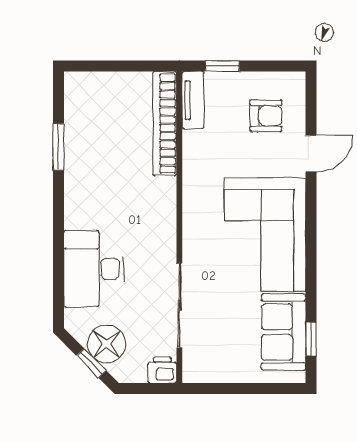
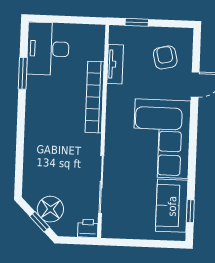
tv unit: (193, 100) -> (115, 64), moved
armchair: (266, 116) -> (165, 57), turned -103
bookcase: (165, 124) -> (95, 97), moved
desk: (94, 269) -> (48, 49), moved

